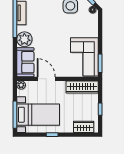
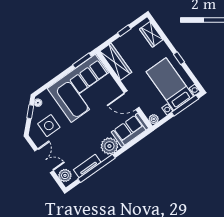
corner sofa: (84, 57) -> (83, 88), width x1.36, depth x1.36
door: (46, 79) -> (132, 100), hinge flipped

